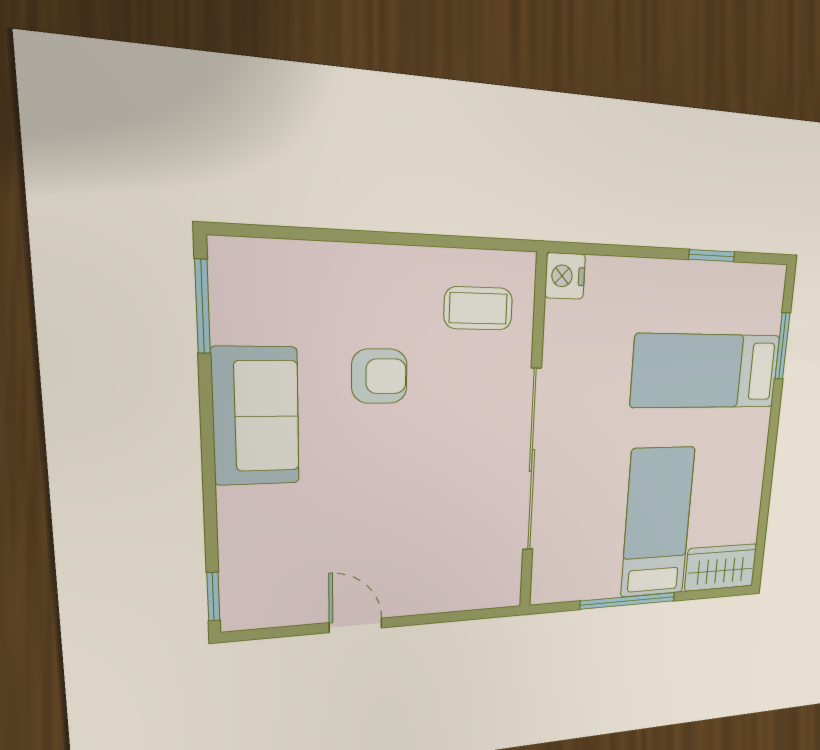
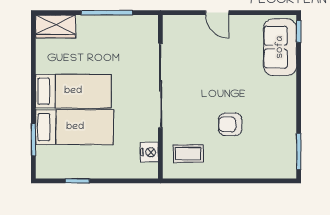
nightstand: (565, 276) -> (149, 152), moved
sofa: (256, 416) -> (280, 47), moved
bed: (658, 522) -> (73, 91), moved, turned -90
door: (356, 625) -> (217, 13), moved

